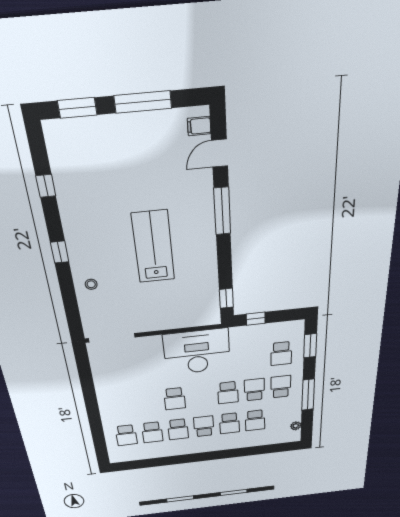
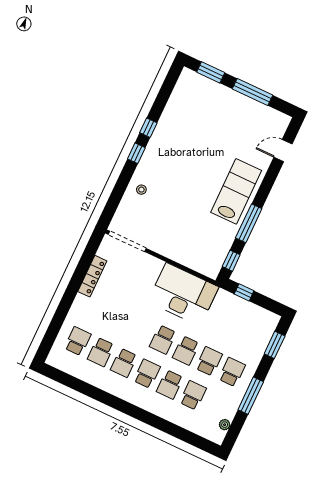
filing cabinet: (199, 126) -> (279, 126), removed
window: (46, 186) -> (148, 128), moved
window: (222, 211) -> (249, 223), moved
lab bench: (153, 247) -> (236, 191), moved
school desk: (281, 354) -> (248, 338), removed
locker: (101, 383) -> (92, 276), added
school desk: (175, 399) -> (163, 340), moved
school desk: (255, 420) -> (193, 395), turned 180
school desk: (126, 435) -> (78, 341), turned 180

